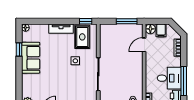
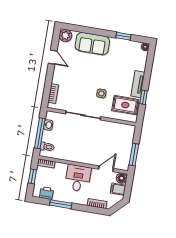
window: (86, 21) -> (144, 97), moved
door: (144, 45) -> (106, 169), hinge flipped
sofa: (31, 58) -> (92, 44), moved
desk: (169, 78) -> (78, 178), moved, turned 180
window: (184, 81) -> (61, 204), width x0.69

